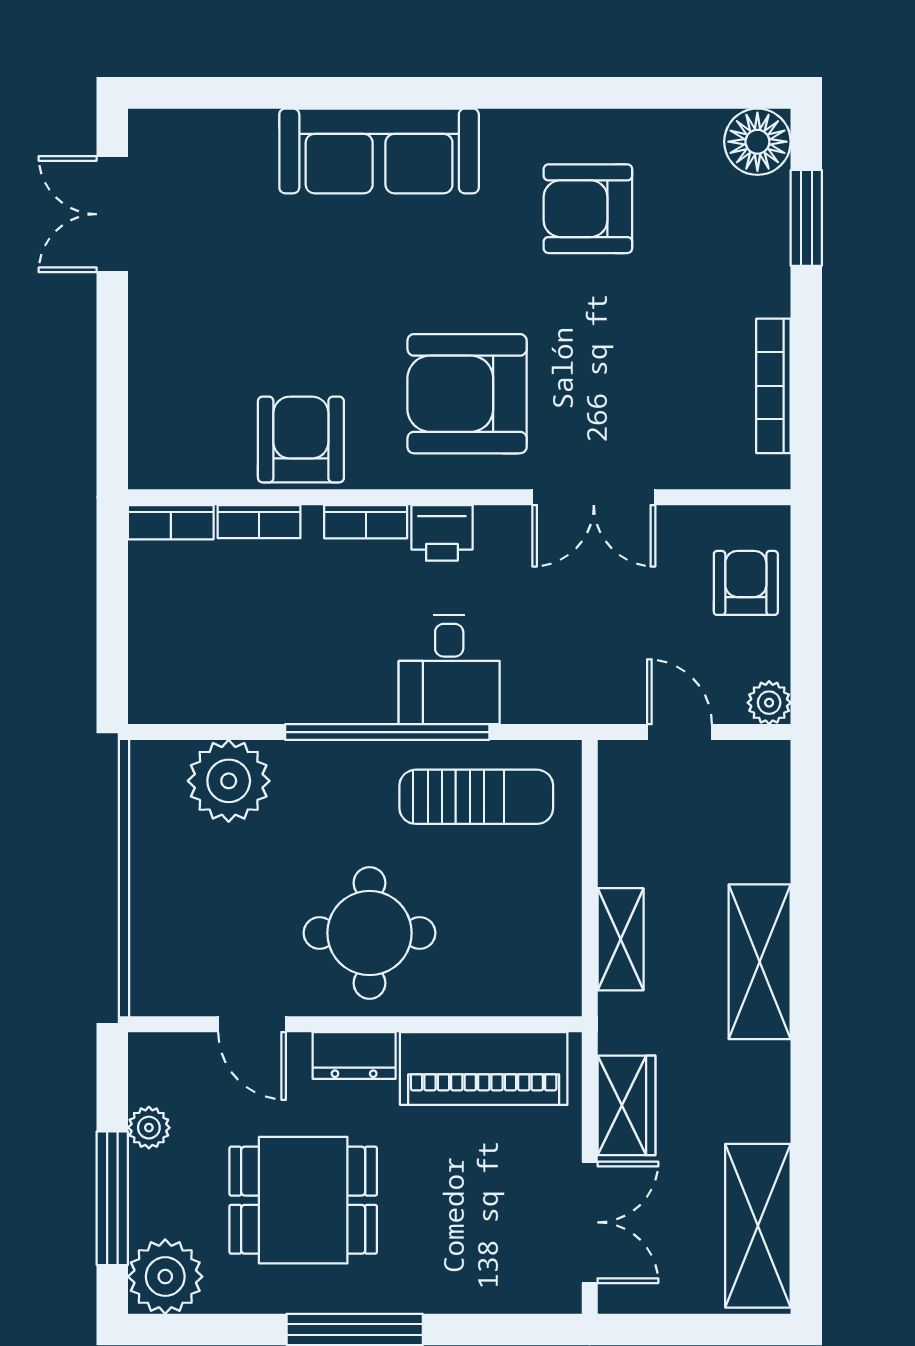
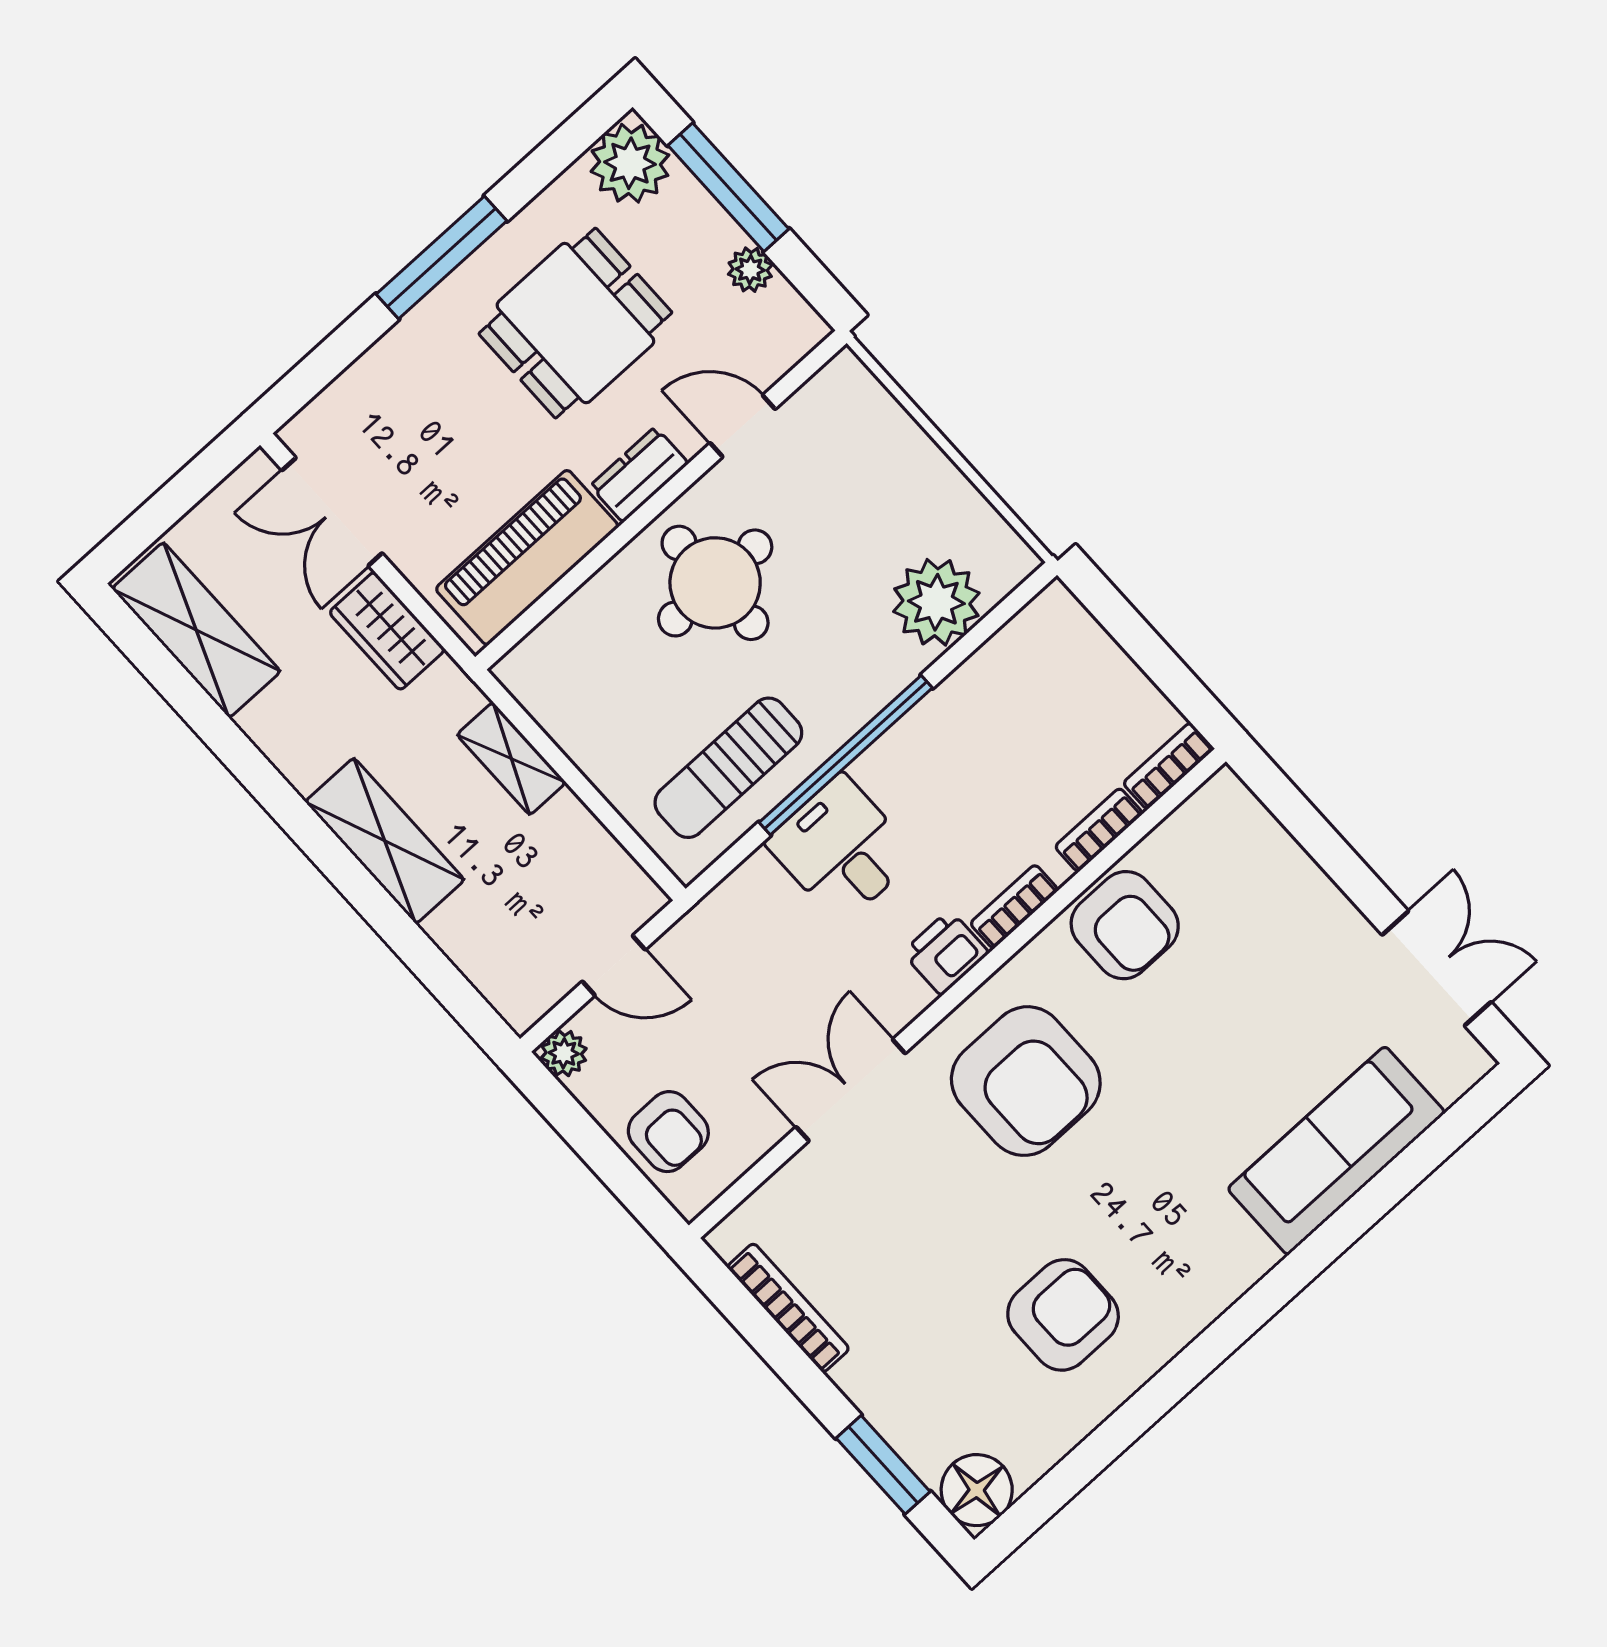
sofa: (379, 151) -> (1336, 1151), moved
armchair: (467, 394) -> (1026, 1081), turned 90

